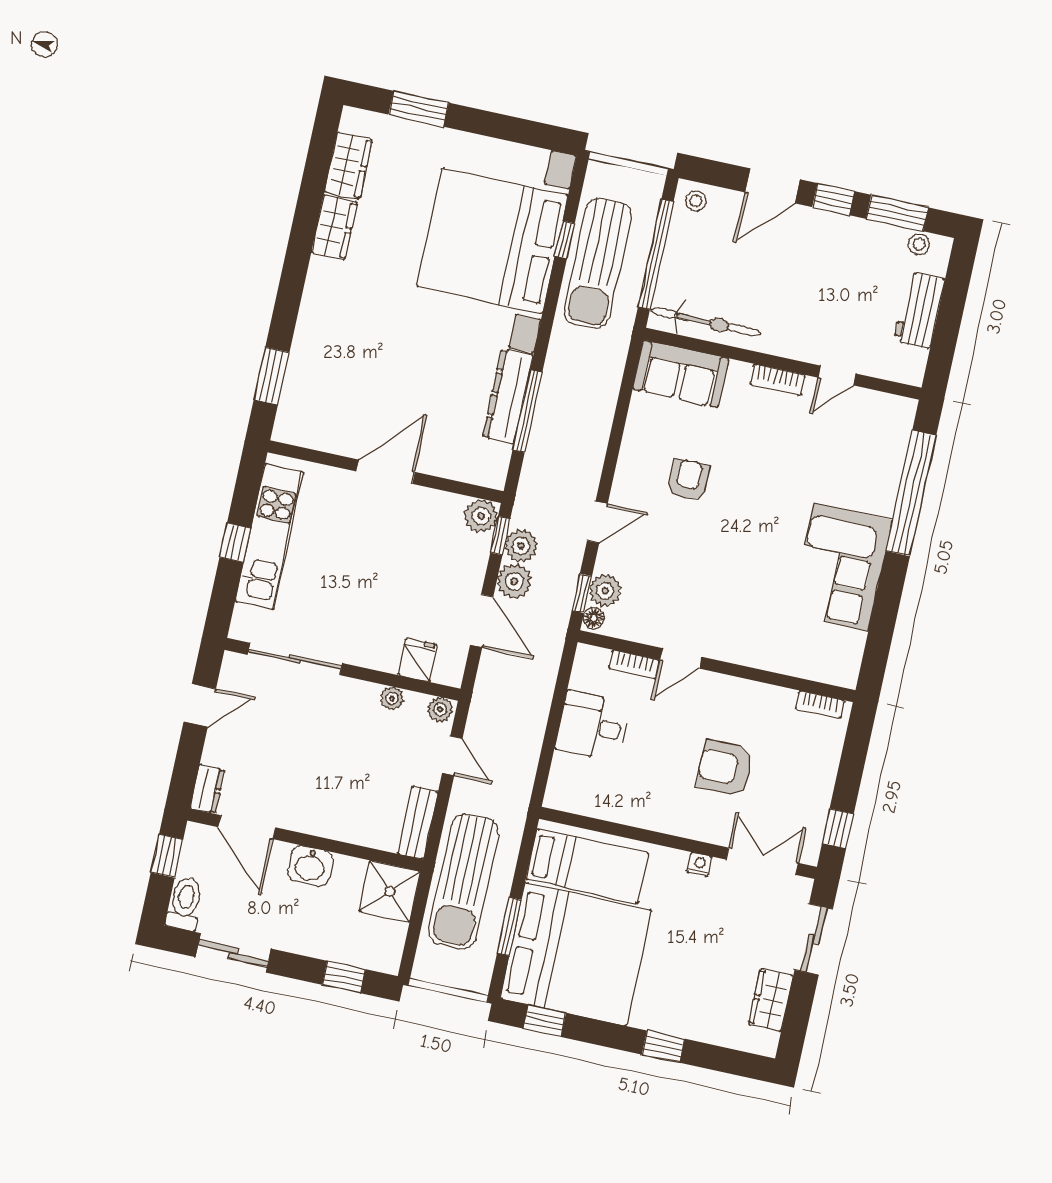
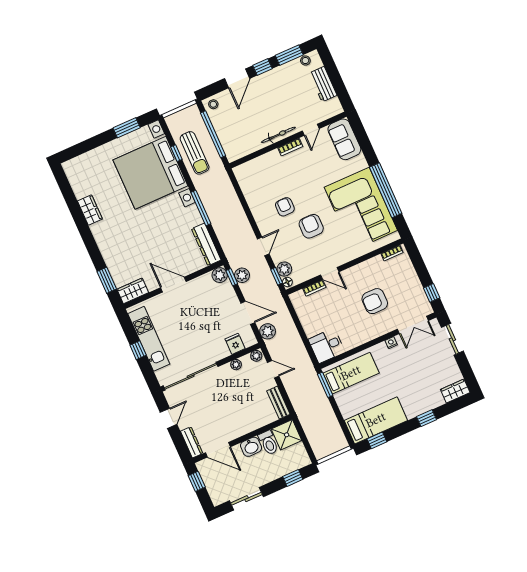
window: (419, 109) -> (127, 128), moved
wardrobe: (348, 166) -> (133, 291), moved, turned -90
sun lounger: (598, 263) -> (195, 153), width x0.73, depth x0.75
bicycle: (706, 322) -> (278, 135), moved, width x0.73, depth x0.71
sofa: (681, 374) -> (344, 139), moved, turned 90
dresser: (508, 397) -> (206, 244), moved
window: (527, 411) -> (201, 208), moved
door: (385, 472) -> (173, 285), hinge flipped
window: (911, 493) -> (386, 190), moved
armchair: (710, 549) -> (311, 226), added
corner sofa: (841, 567) -> (361, 209), width x1.36, depth x1.36
plant: (514, 581) -> (268, 331), moved
door: (681, 658) -> (330, 273), hinge flipped
sliding door: (295, 659) -> (191, 376), width x1.36
desk: (592, 726) -> (327, 346), moved
dresser: (207, 789) -> (192, 442), width x1.44
double door: (762, 861) -> (413, 325), swing flipped
sun lounger: (463, 882) -> (311, 412), removed
toilet: (185, 904) -> (268, 443), moved, turned 180
window: (509, 926) -> (325, 385), moved
bed: (576, 954) -> (376, 420), width x0.49
wardrobe: (771, 1000) -> (455, 391), moved, turned 90

